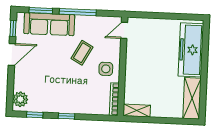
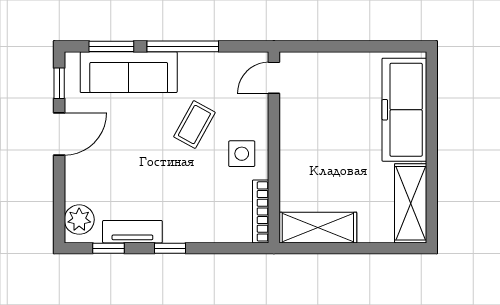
tv unit: (48, 107) -> (132, 232), added
shelving: (137, 110) -> (318, 228), width x1.50, depth x1.33

